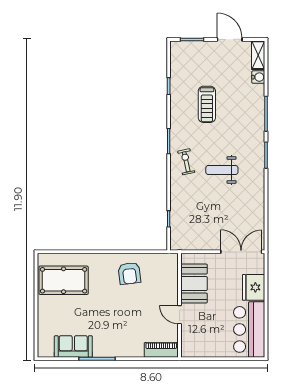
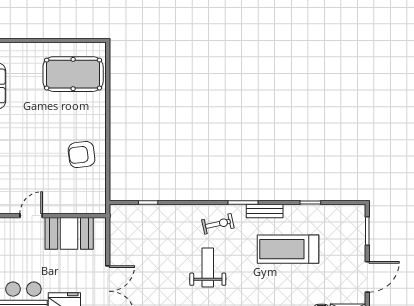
treadmill: (207, 104) -> (288, 249), width x1.37, depth x1.38
bench: (176, 123) -> (265, 211), added
pool table: (64, 280) -> (73, 74), turned 90

